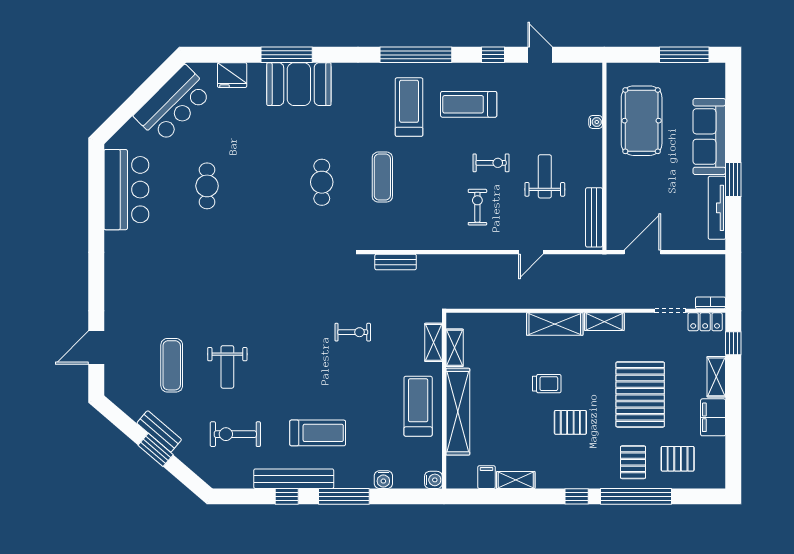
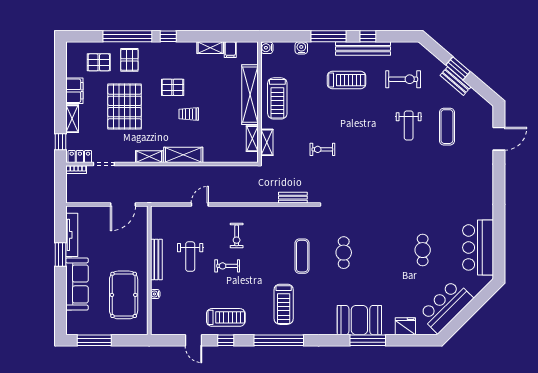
treadmill: (469, 104) -> (226, 317), moved
bench: (594, 217) -> (156, 259), moved
weight bench: (227, 367) -> (409, 125), turned 180
treadmill: (318, 433) -> (347, 80), turned 180

